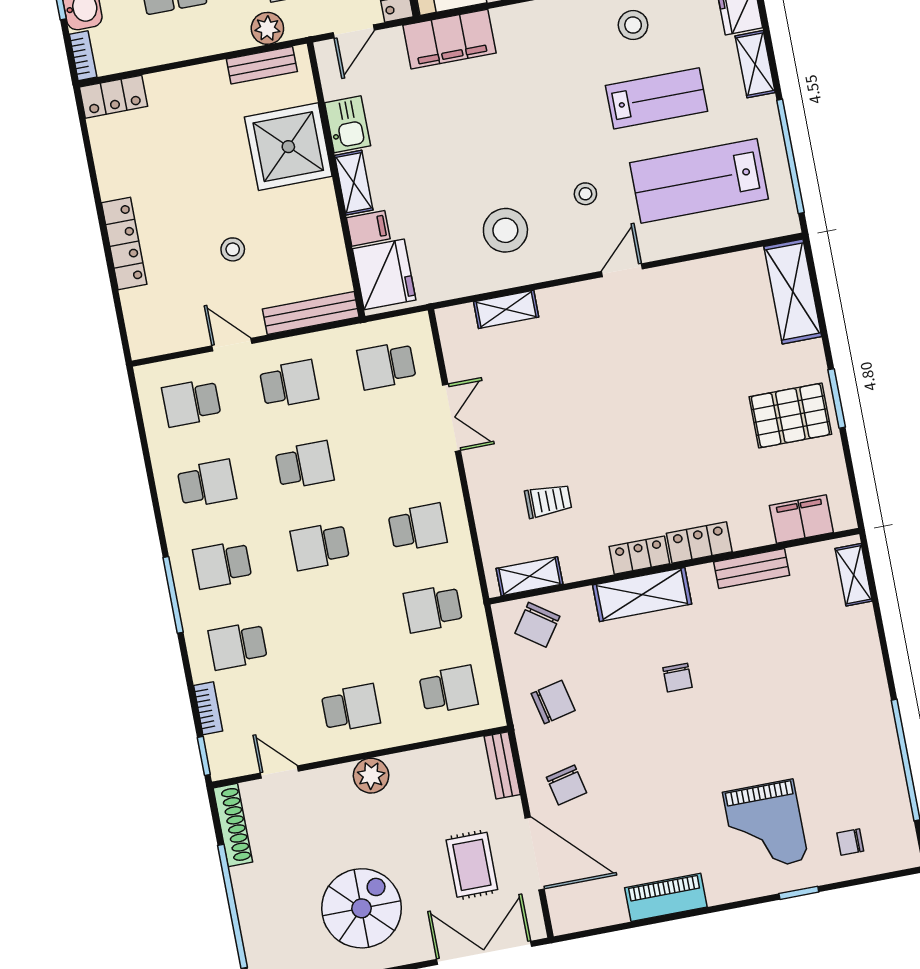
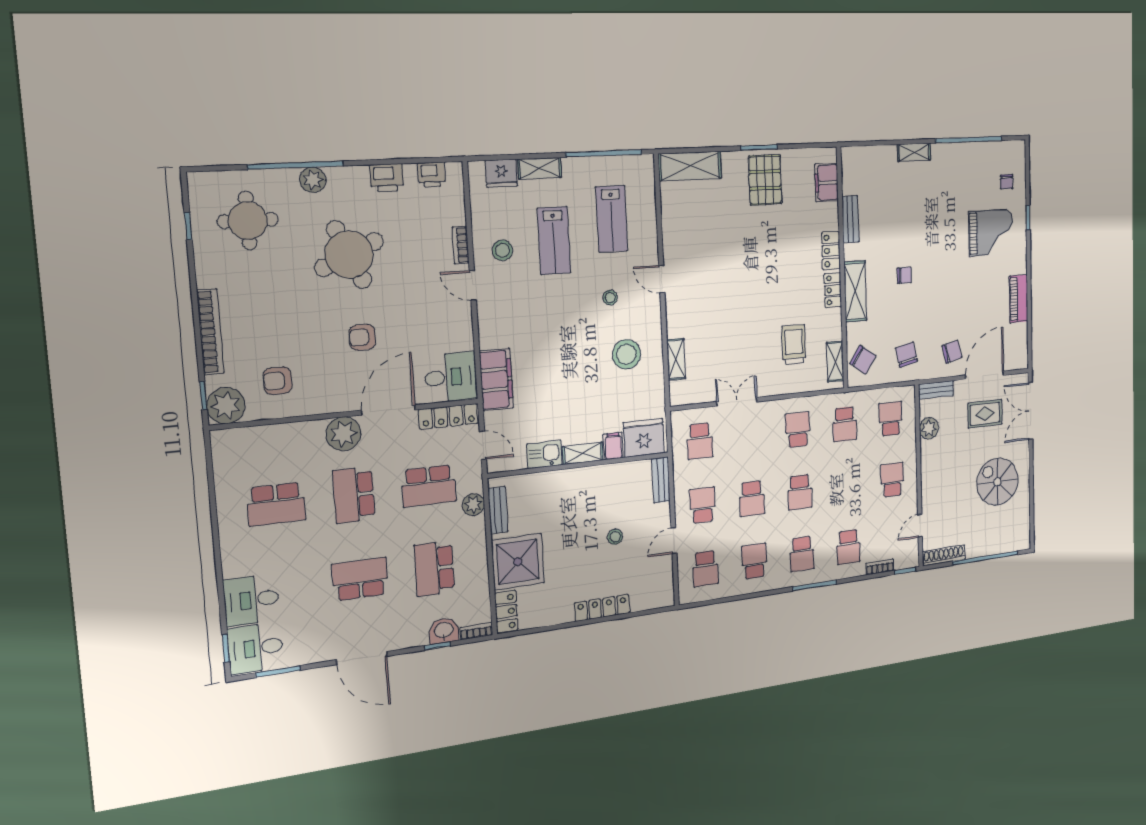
lab bench: (656, 98) -> (554, 241), turned 180
shower: (288, 147) -> (518, 562), moved
lab bench: (699, 181) -> (612, 219), width x0.73, depth x0.72
bench: (311, 313) -> (661, 480), width x0.73
school desk: (304, 465) -> (752, 499), turned 180
trolley: (548, 501) -> (794, 345), width x1.36, depth x1.39
shelving: (854, 575) -> (914, 152), moved
plant: (371, 776) -> (929, 428), moved

